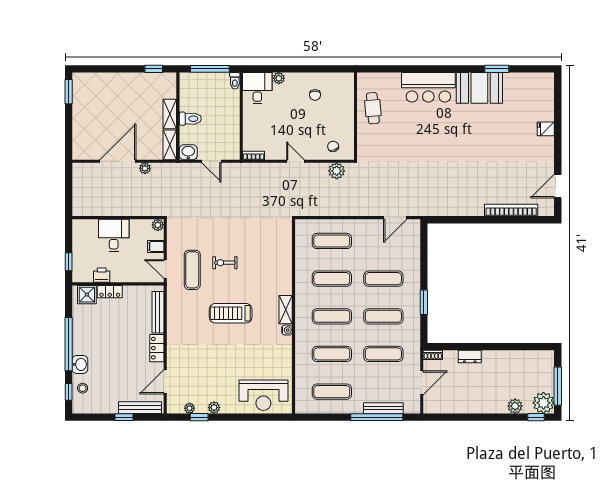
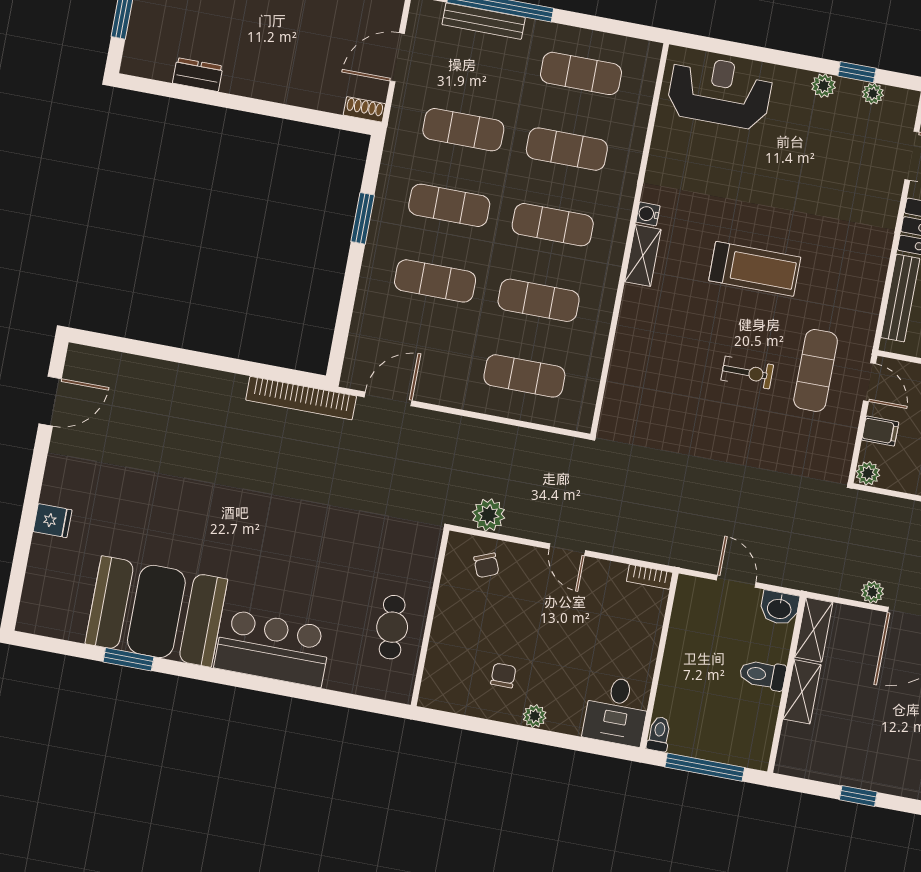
window: (154, 69) -> (858, 796), moved
plant: (279, 78) -> (535, 716), moved
booth: (479, 88) -> (156, 611), width x1.36, depth x1.42
bookcase: (511, 210) -> (301, 398), moved
dresser: (470, 357) -> (198, 75), moved

